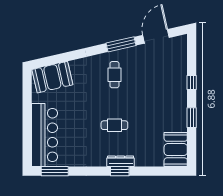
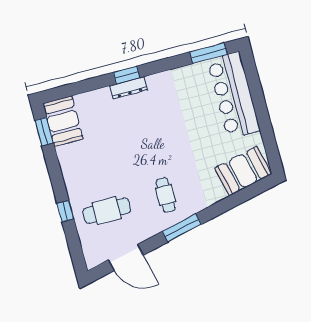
door: (156, 36) -> (126, 257), hinge flipped
window: (121, 44) -> (182, 228), moved
window: (192, 118) -> (44, 132), moved
cafe table: (114, 125) -> (107, 211), moved, width x1.37, depth x1.35

